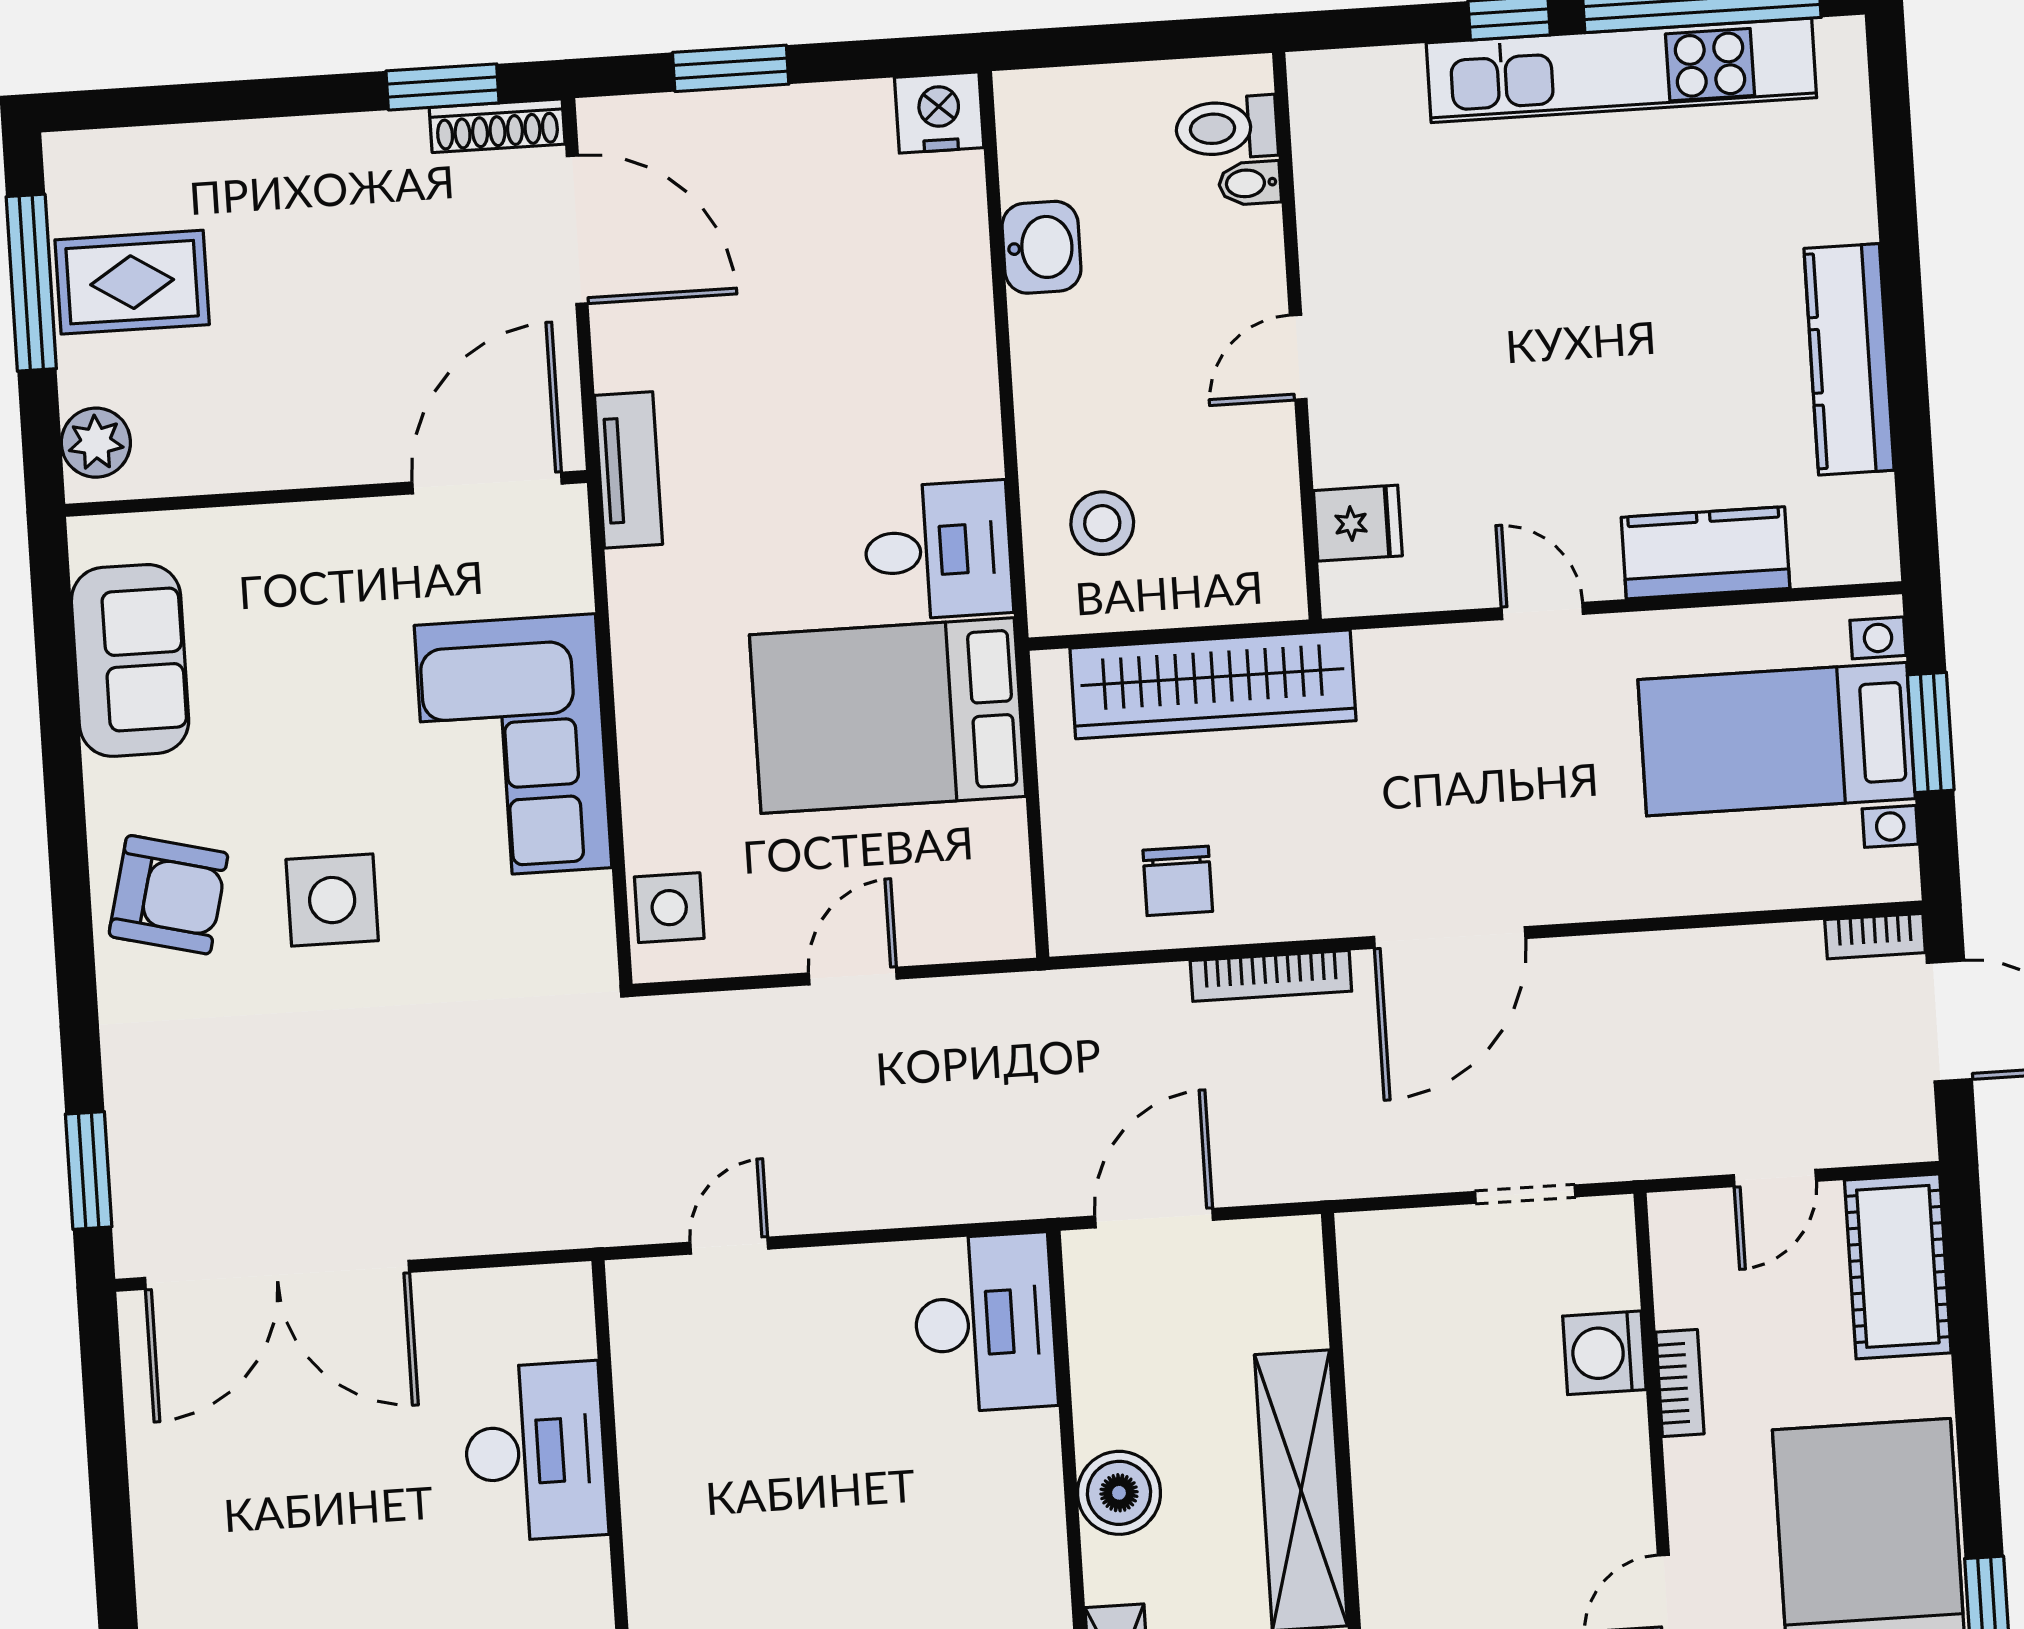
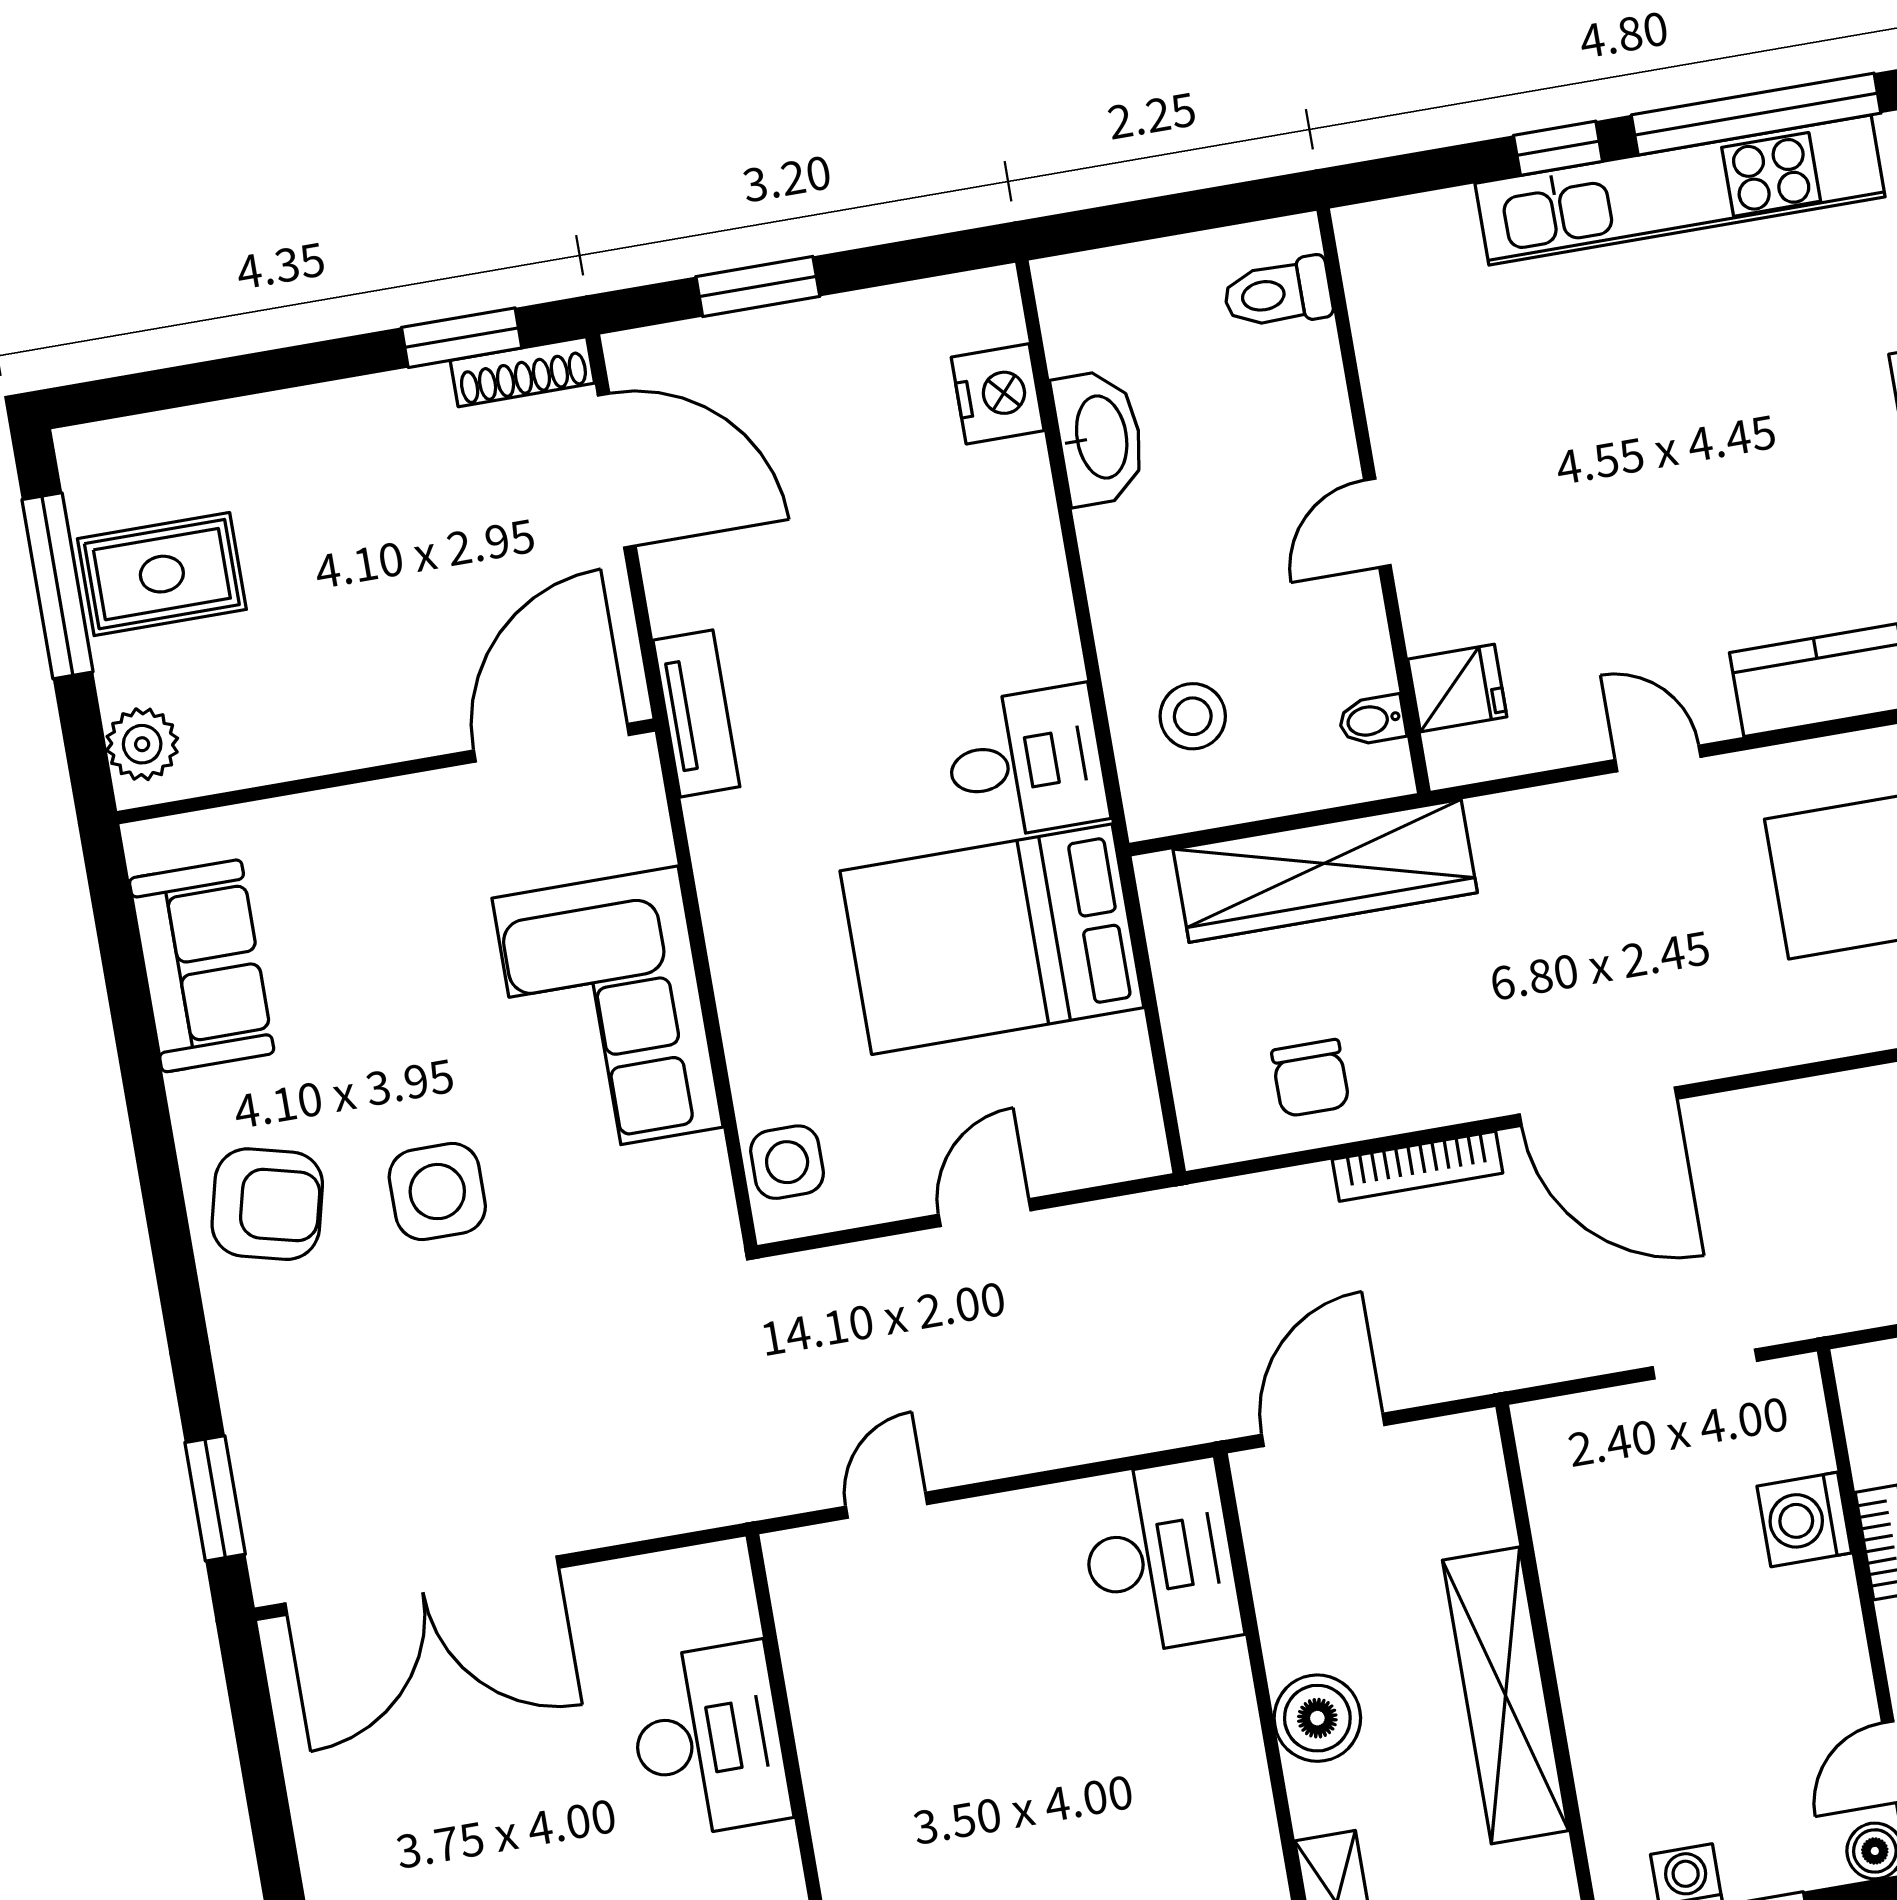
nightstand: (939, 113) -> (998, 394), moved, turned 90
bidet: (1250, 183) -> (1372, 720), moved
washbasin: (1042, 247) -> (1099, 437), width x1.38
door: (1450, 937) -> (1598, 1107), hinge flipped

